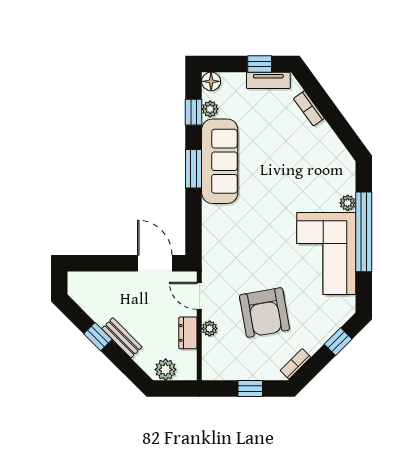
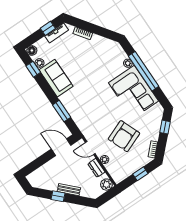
sofa: (220, 161) -> (56, 78), width x0.73
window: (194, 169) -> (62, 111), moved
armchair: (264, 313) -> (124, 136), turned 78
plant: (166, 370) -> (106, 185), moved

